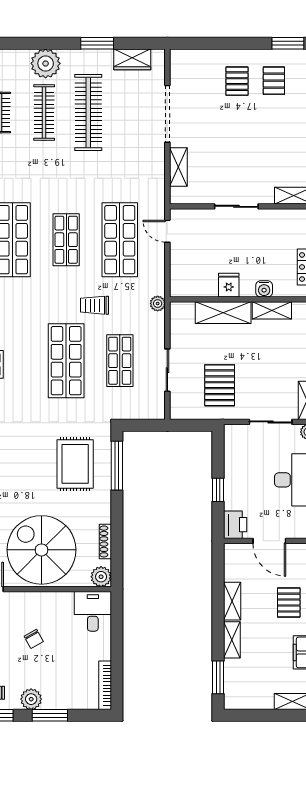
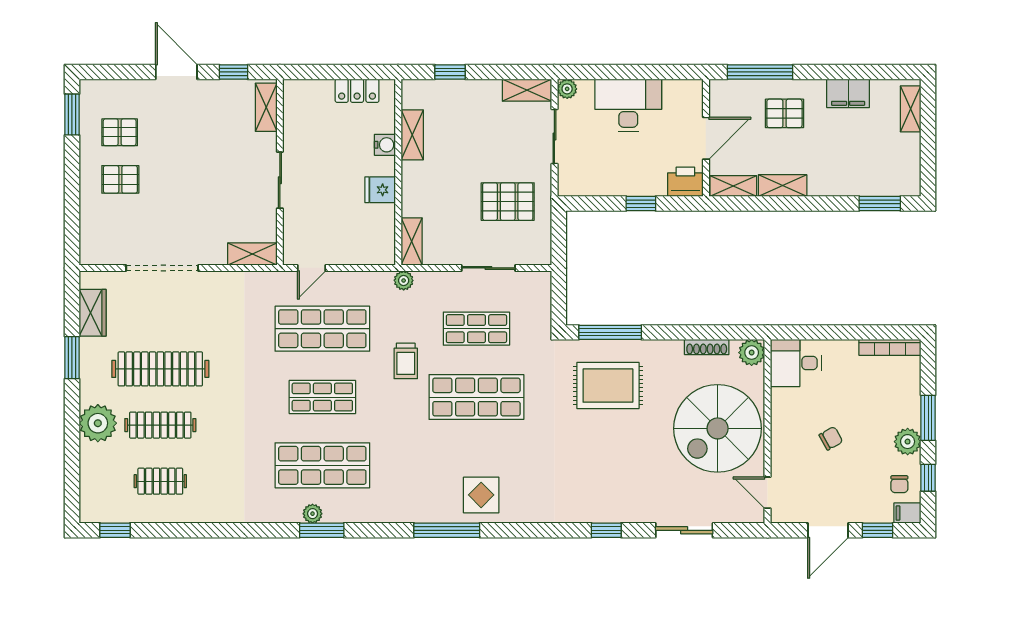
shelving: (178, 167) -> (252, 254), moved
shelving: (223, 313) -> (412, 241), moved, width x0.67, depth x0.75
shelving: (232, 640) -> (733, 186), moved

